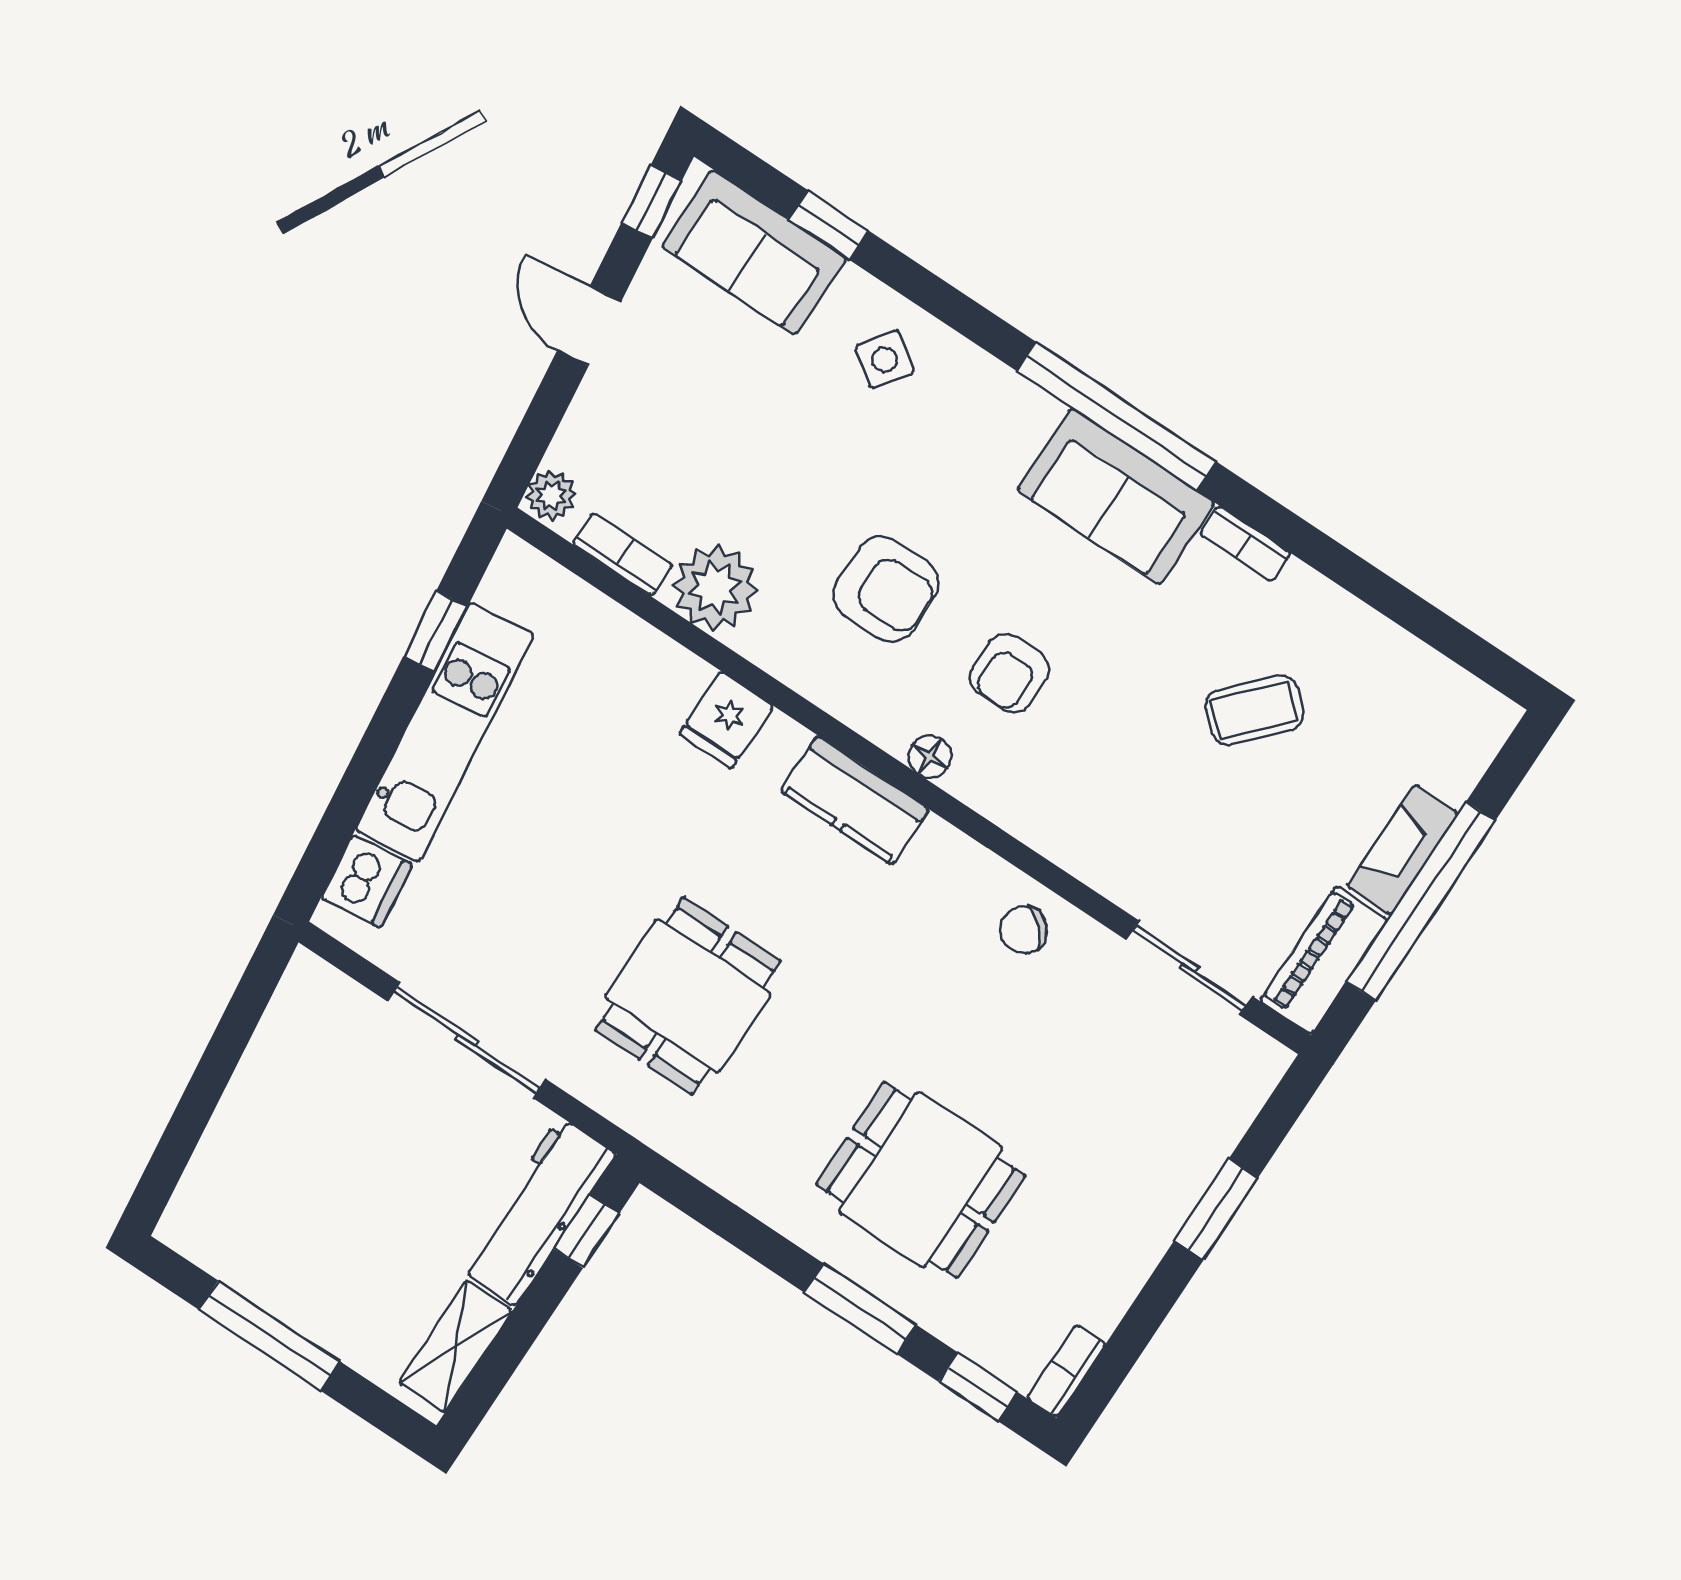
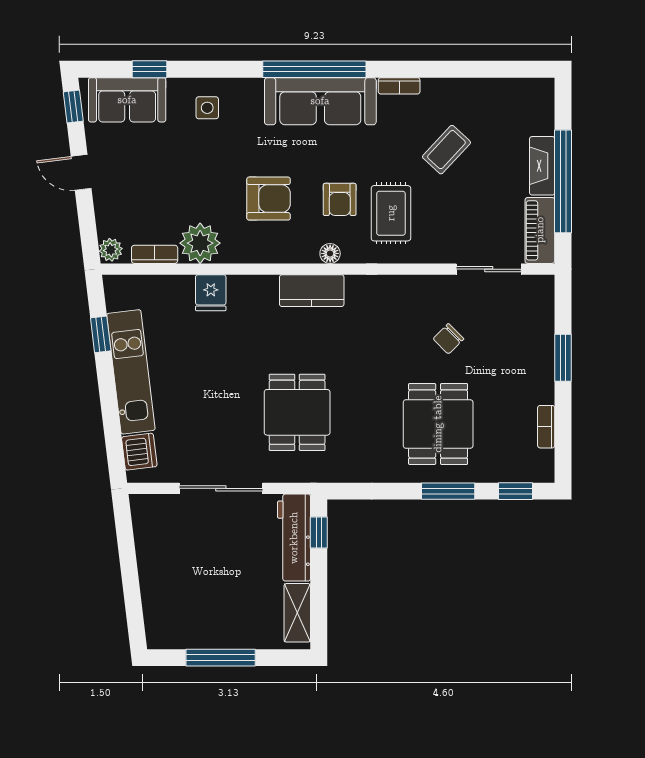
side table: (885, 359) -> (207, 108), turned -36
sofa: (1116, 496) -> (320, 101), width x1.36
fridge: (726, 720) -> (211, 293), moved
rug: (1083, 757) -> (391, 213), added
chair: (1024, 930) -> (448, 339), moved
dining table: (921, 1180) -> (438, 424), turned 90
bookcase: (1066, 1371) -> (546, 427), moved

